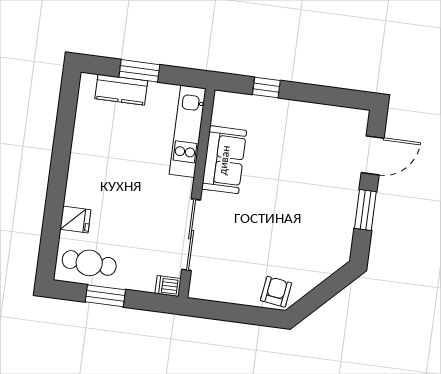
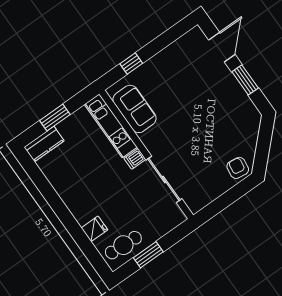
kitchen counter: (121, 90) -> (44, 144), moved
sofa: (224, 160) -> (134, 109), moved
dishwasher: (168, 286) -> (135, 159), moved

